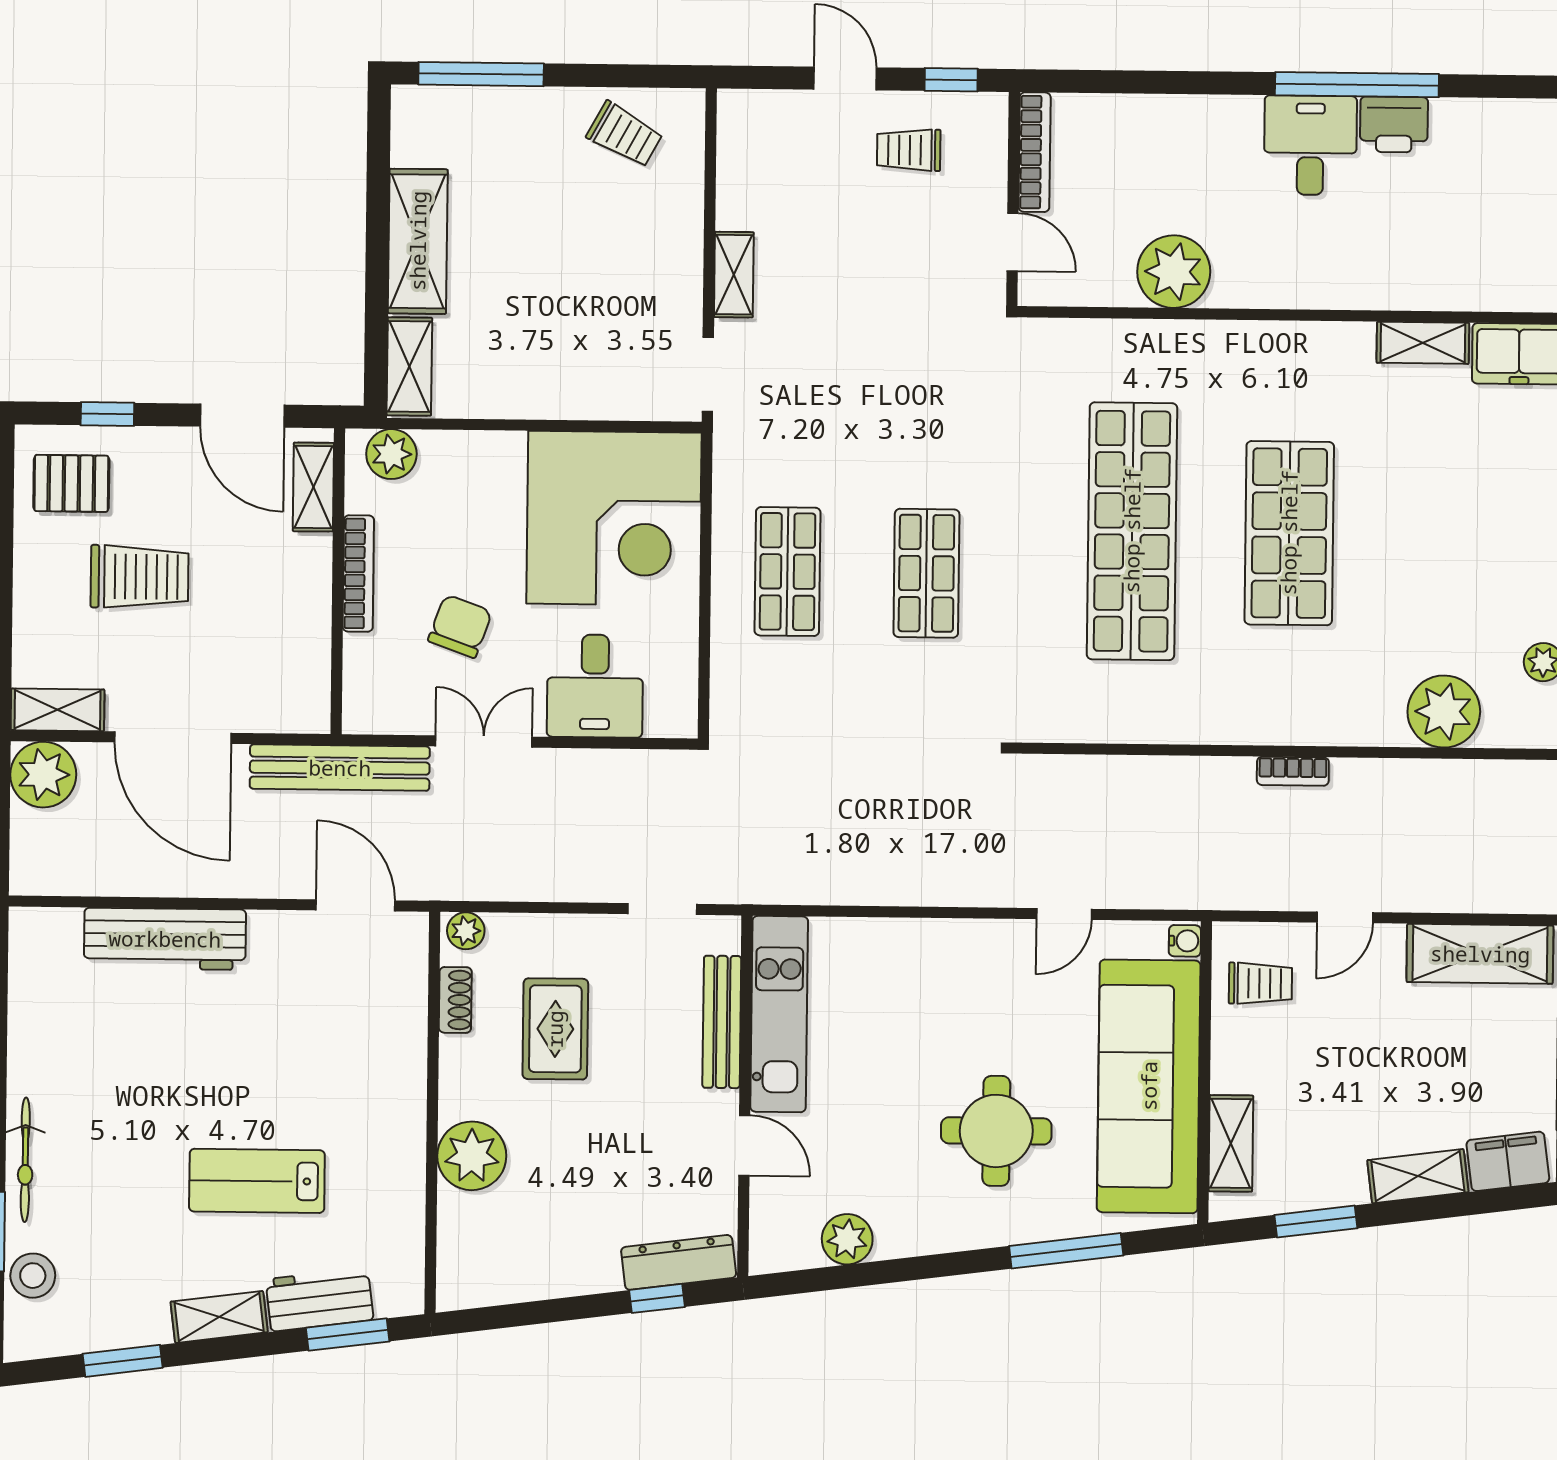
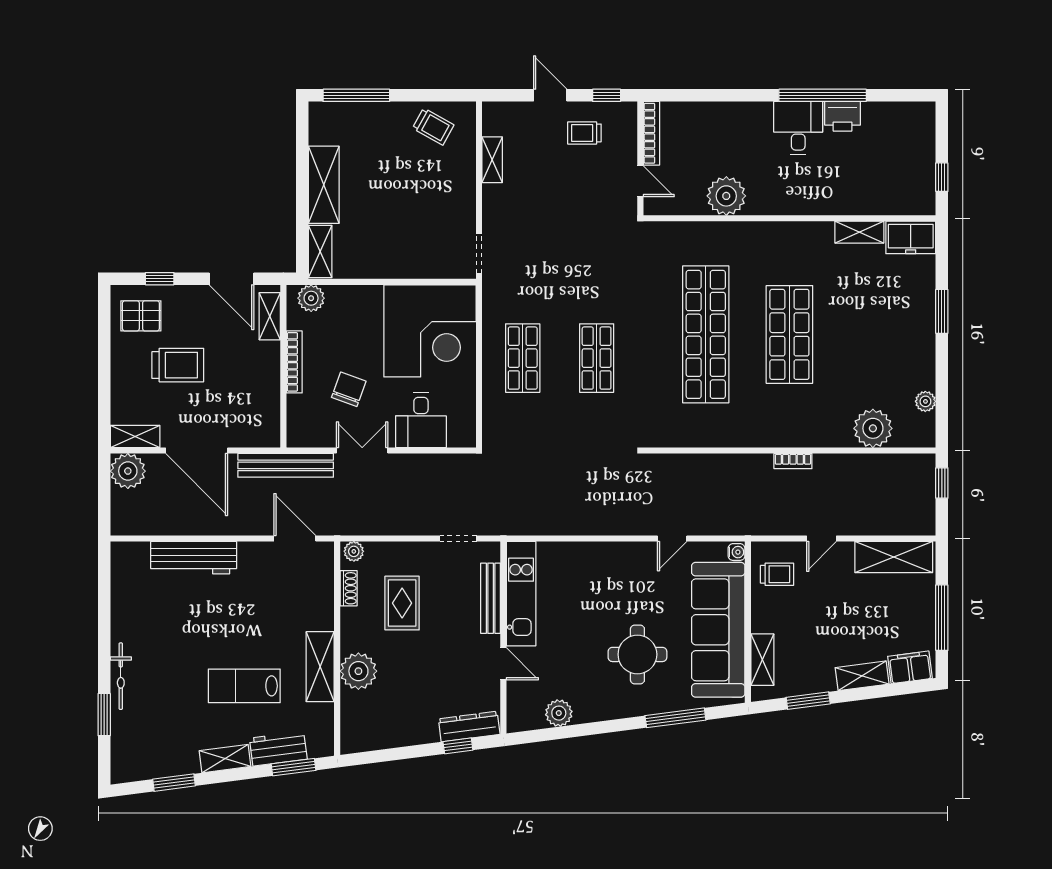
shelving: (734, 275) -> (492, 160), moved
shelving: (400, 1147) -> (320, 667), added
stool: (33, 1276) -> (126, 738), removed

